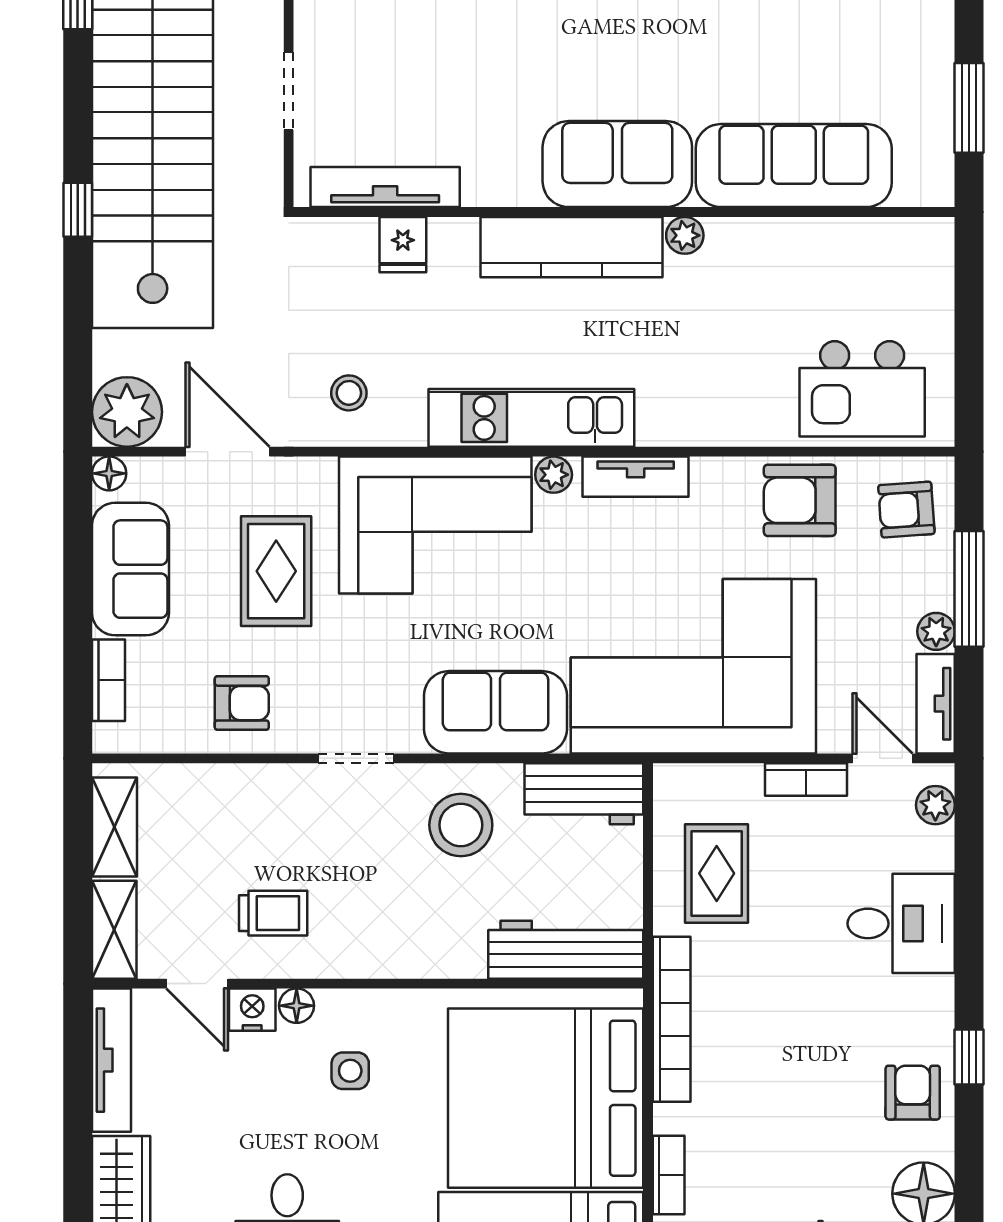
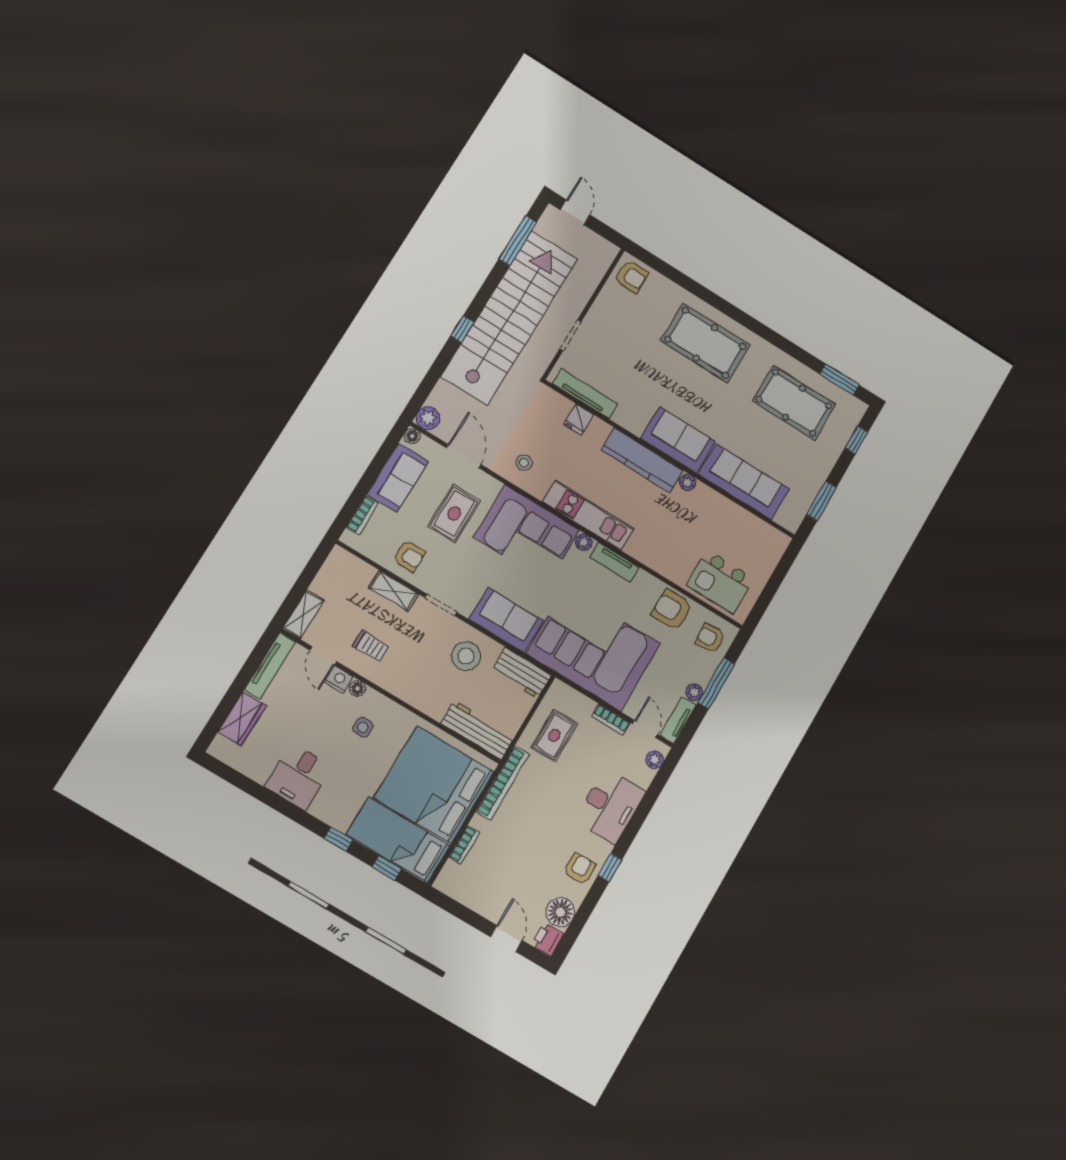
plant: (127, 412) -> (428, 418), width x0.73, depth x0.73
shelving: (114, 827) -> (394, 591), moved, turned 90
desk: (901, 923) -> (610, 806), width x1.37

